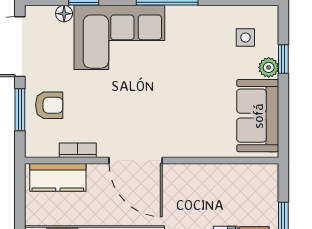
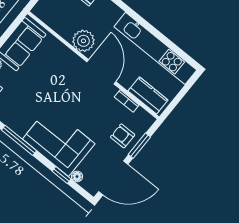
plant: (187, 180) -> (83, 41), added

